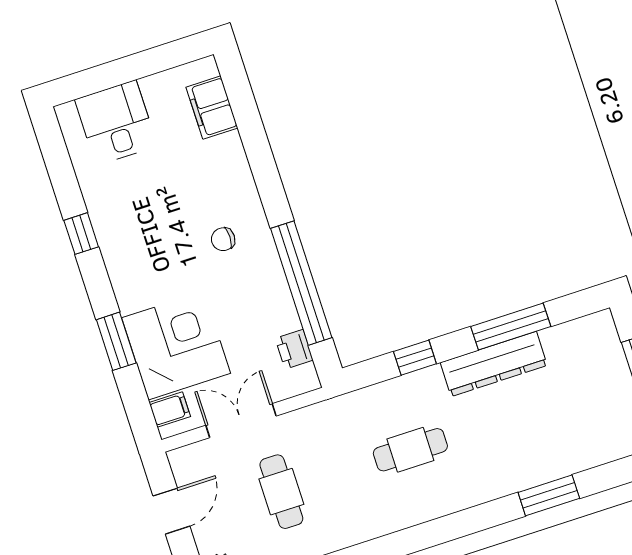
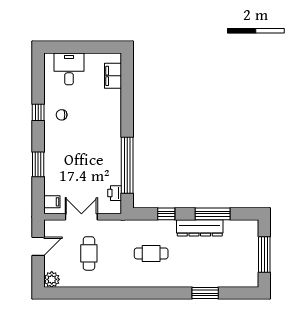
chair: (223, 239) -> (62, 115), moved
corner desk: (176, 346) -> (64, 175), removed

